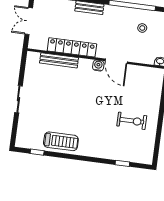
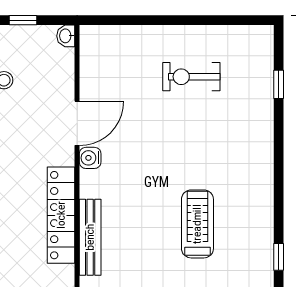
exercise bike: (132, 121) -> (191, 77), turned -90
treadmill: (61, 141) -> (197, 224), moved

